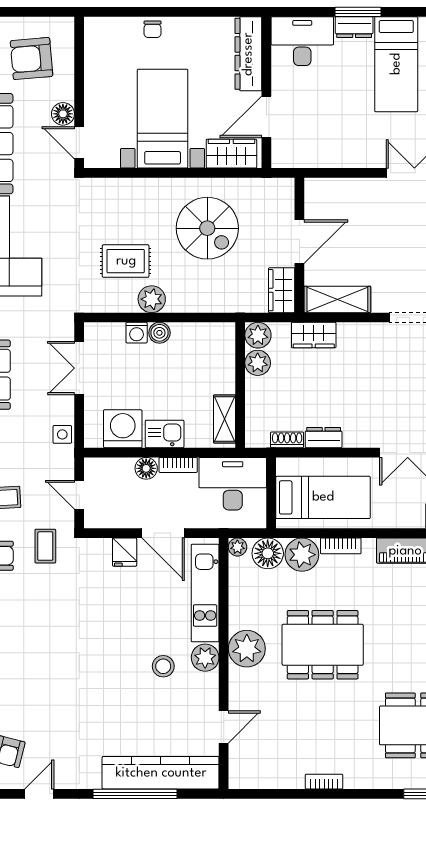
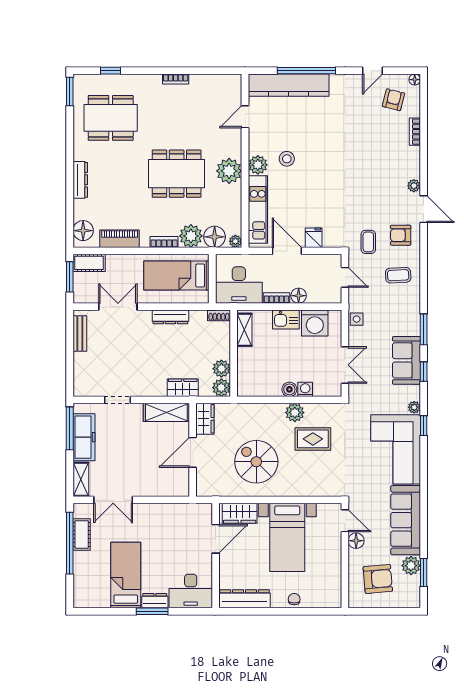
dresser: (248, 54) -> (245, 599), moved, turned -90
dresser: (324, 438) -> (170, 317), width x1.44
shoe rack: (287, 440) -> (219, 315), moved

